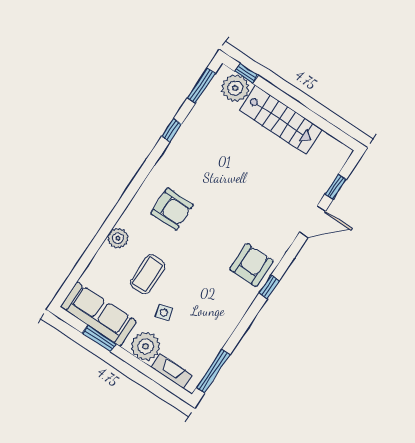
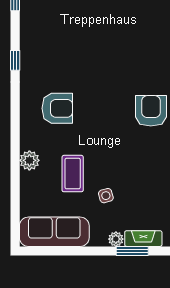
window: (172, 130) -> (15, 60), moved
window: (99, 339) -> (132, 251), moved
plant: (146, 346) -> (116, 239), width x0.53, depth x0.53

